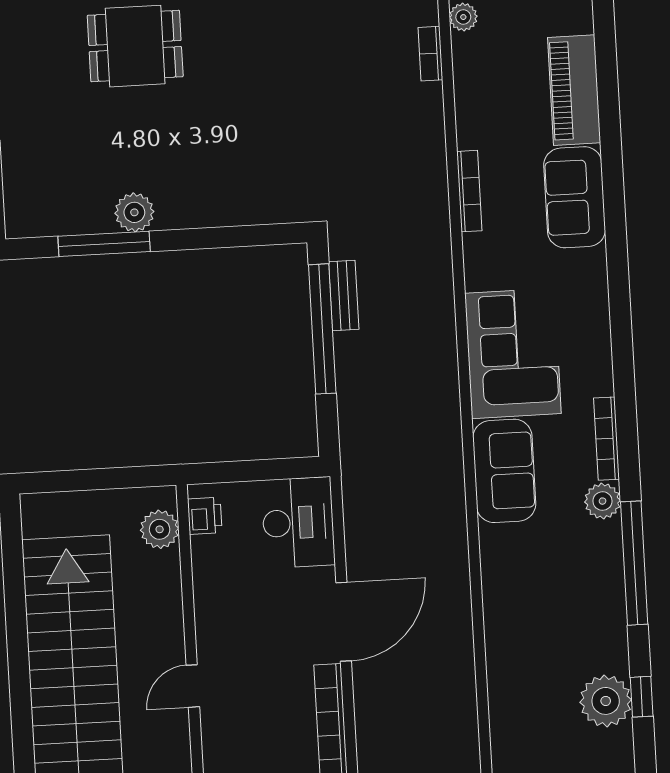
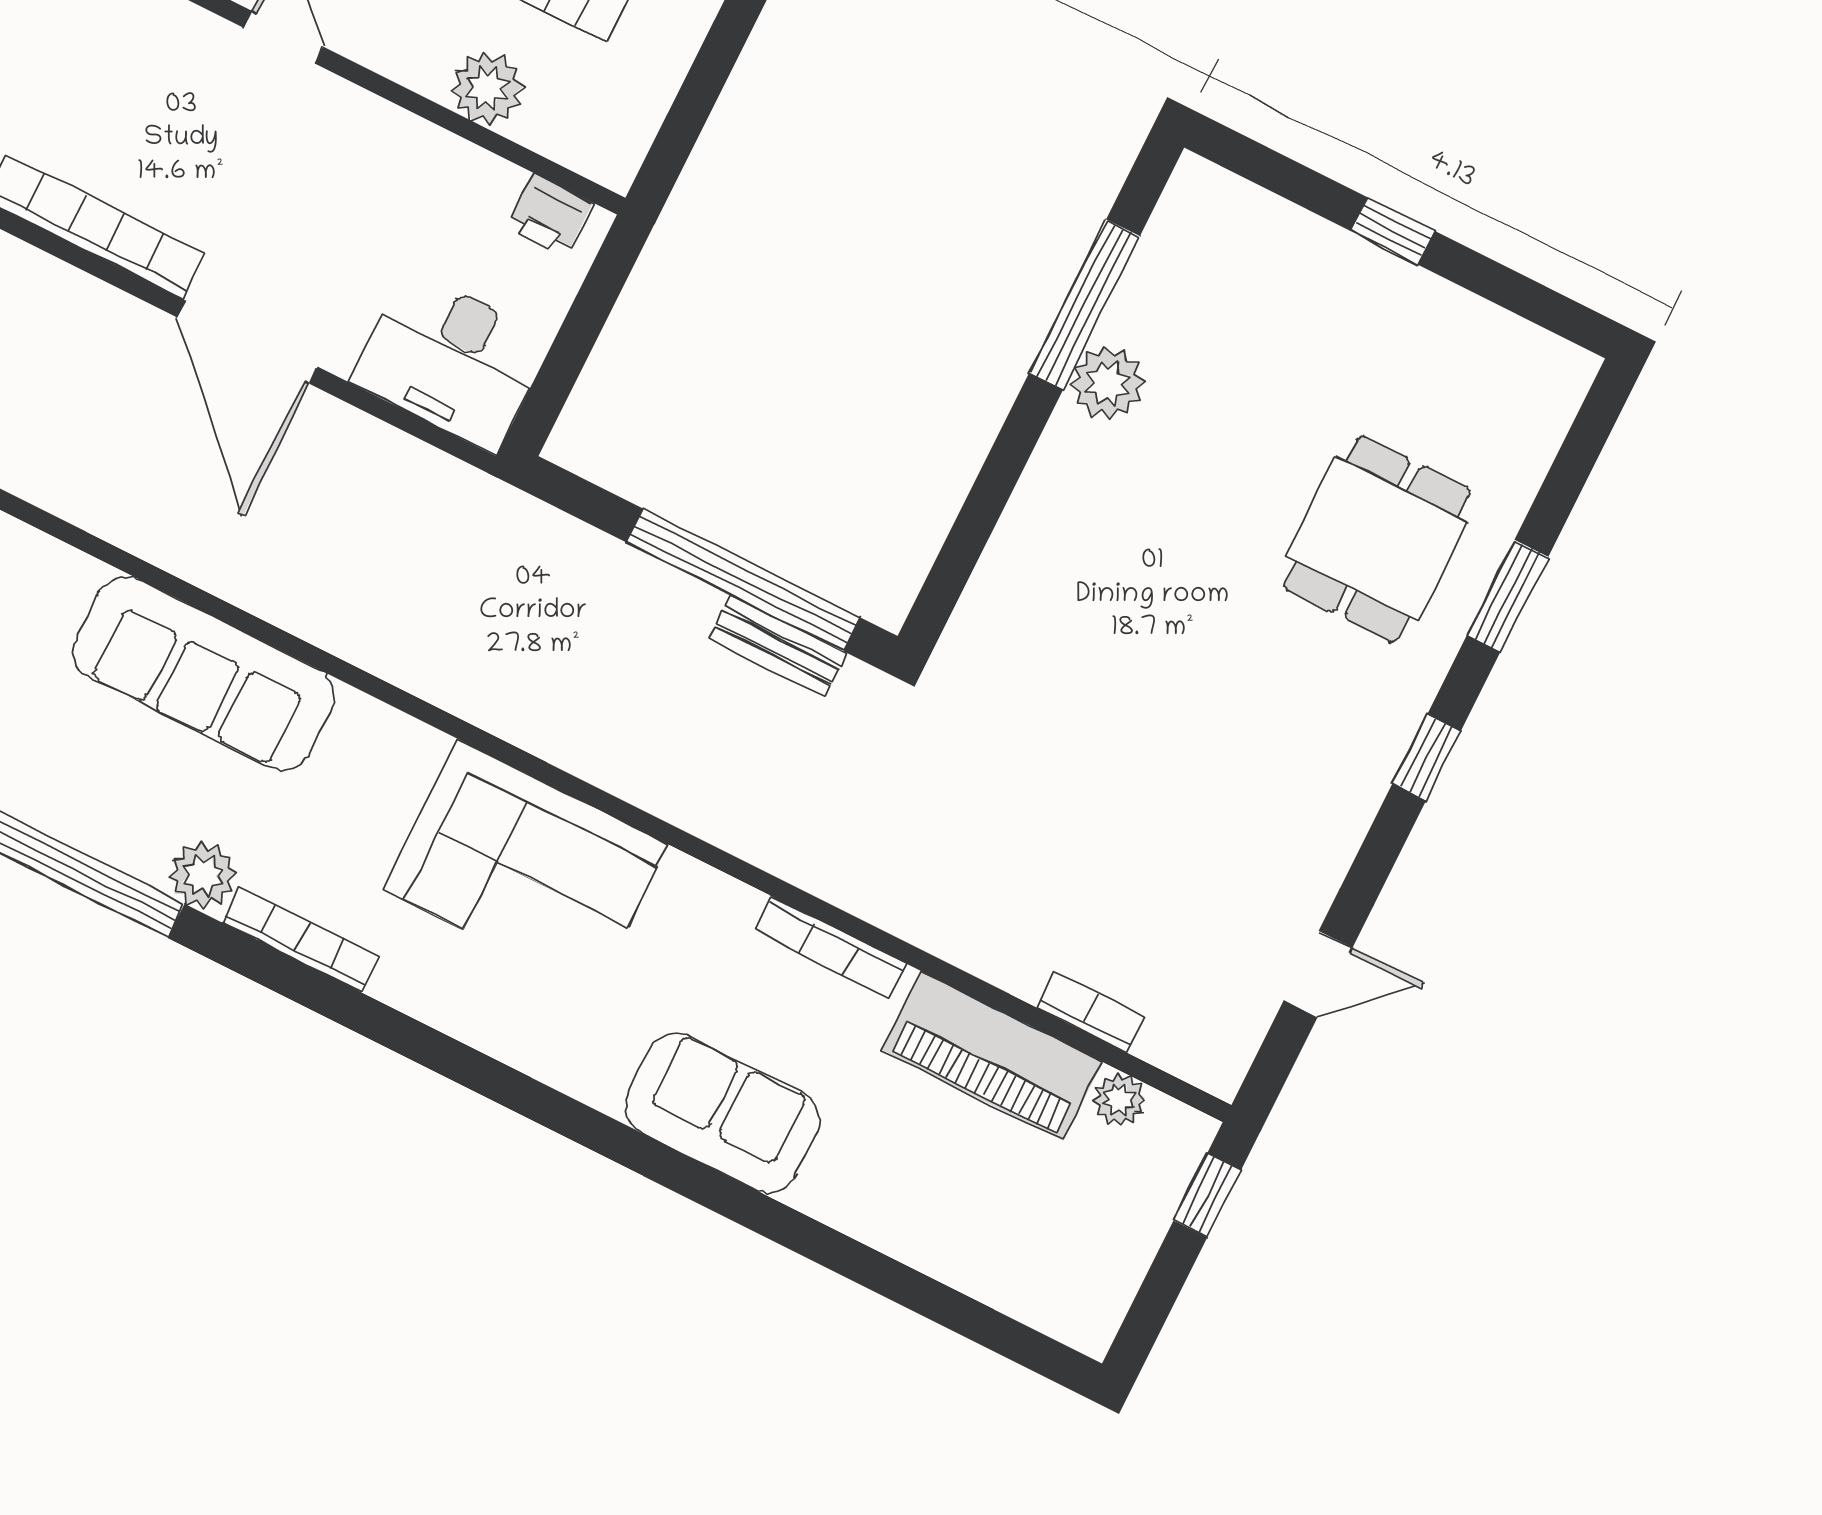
piano: (574, 90) -> (992, 1056), moved, turned 180
sofa: (504, 471) -> (204, 674), moved, width x1.36
plant: (160, 529) -> (487, 88), moved

